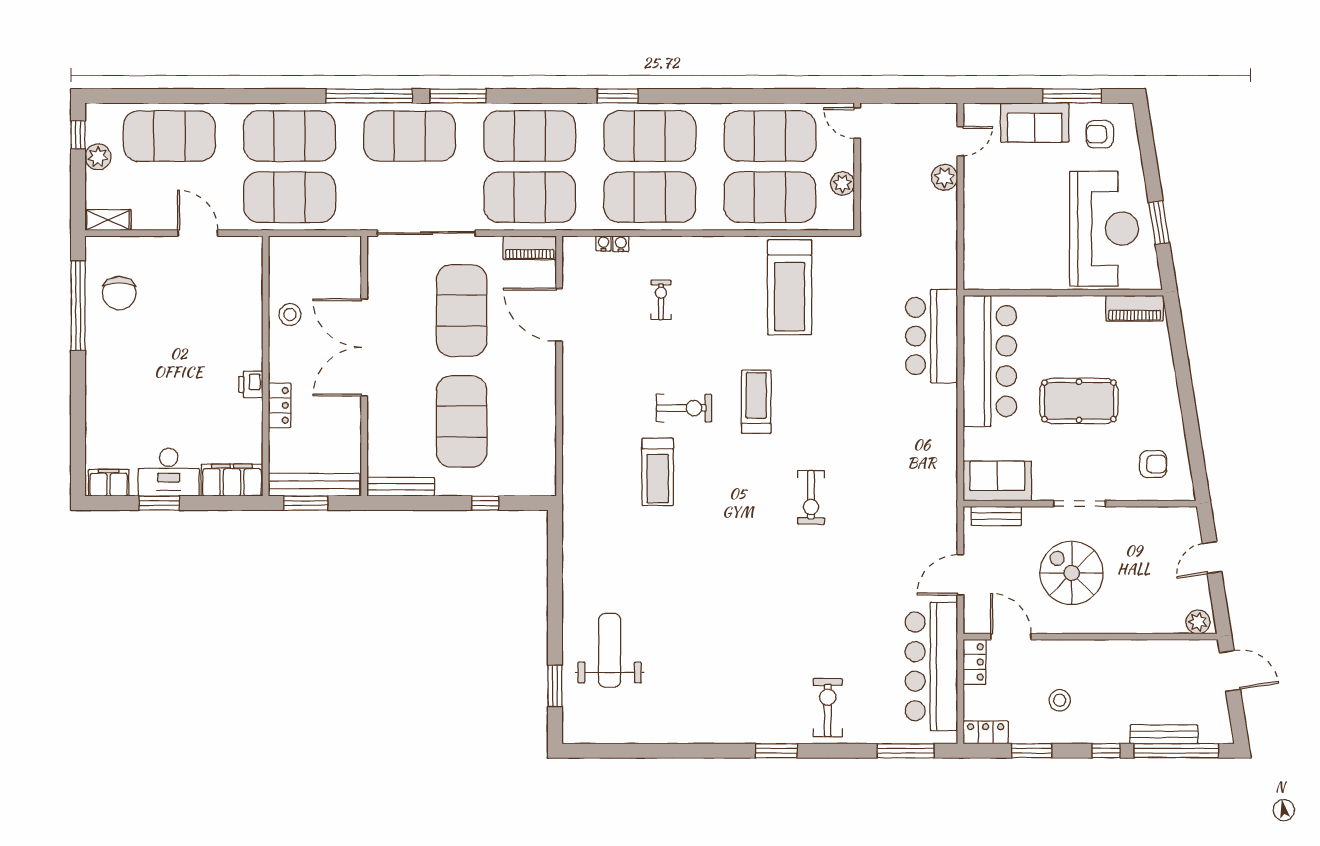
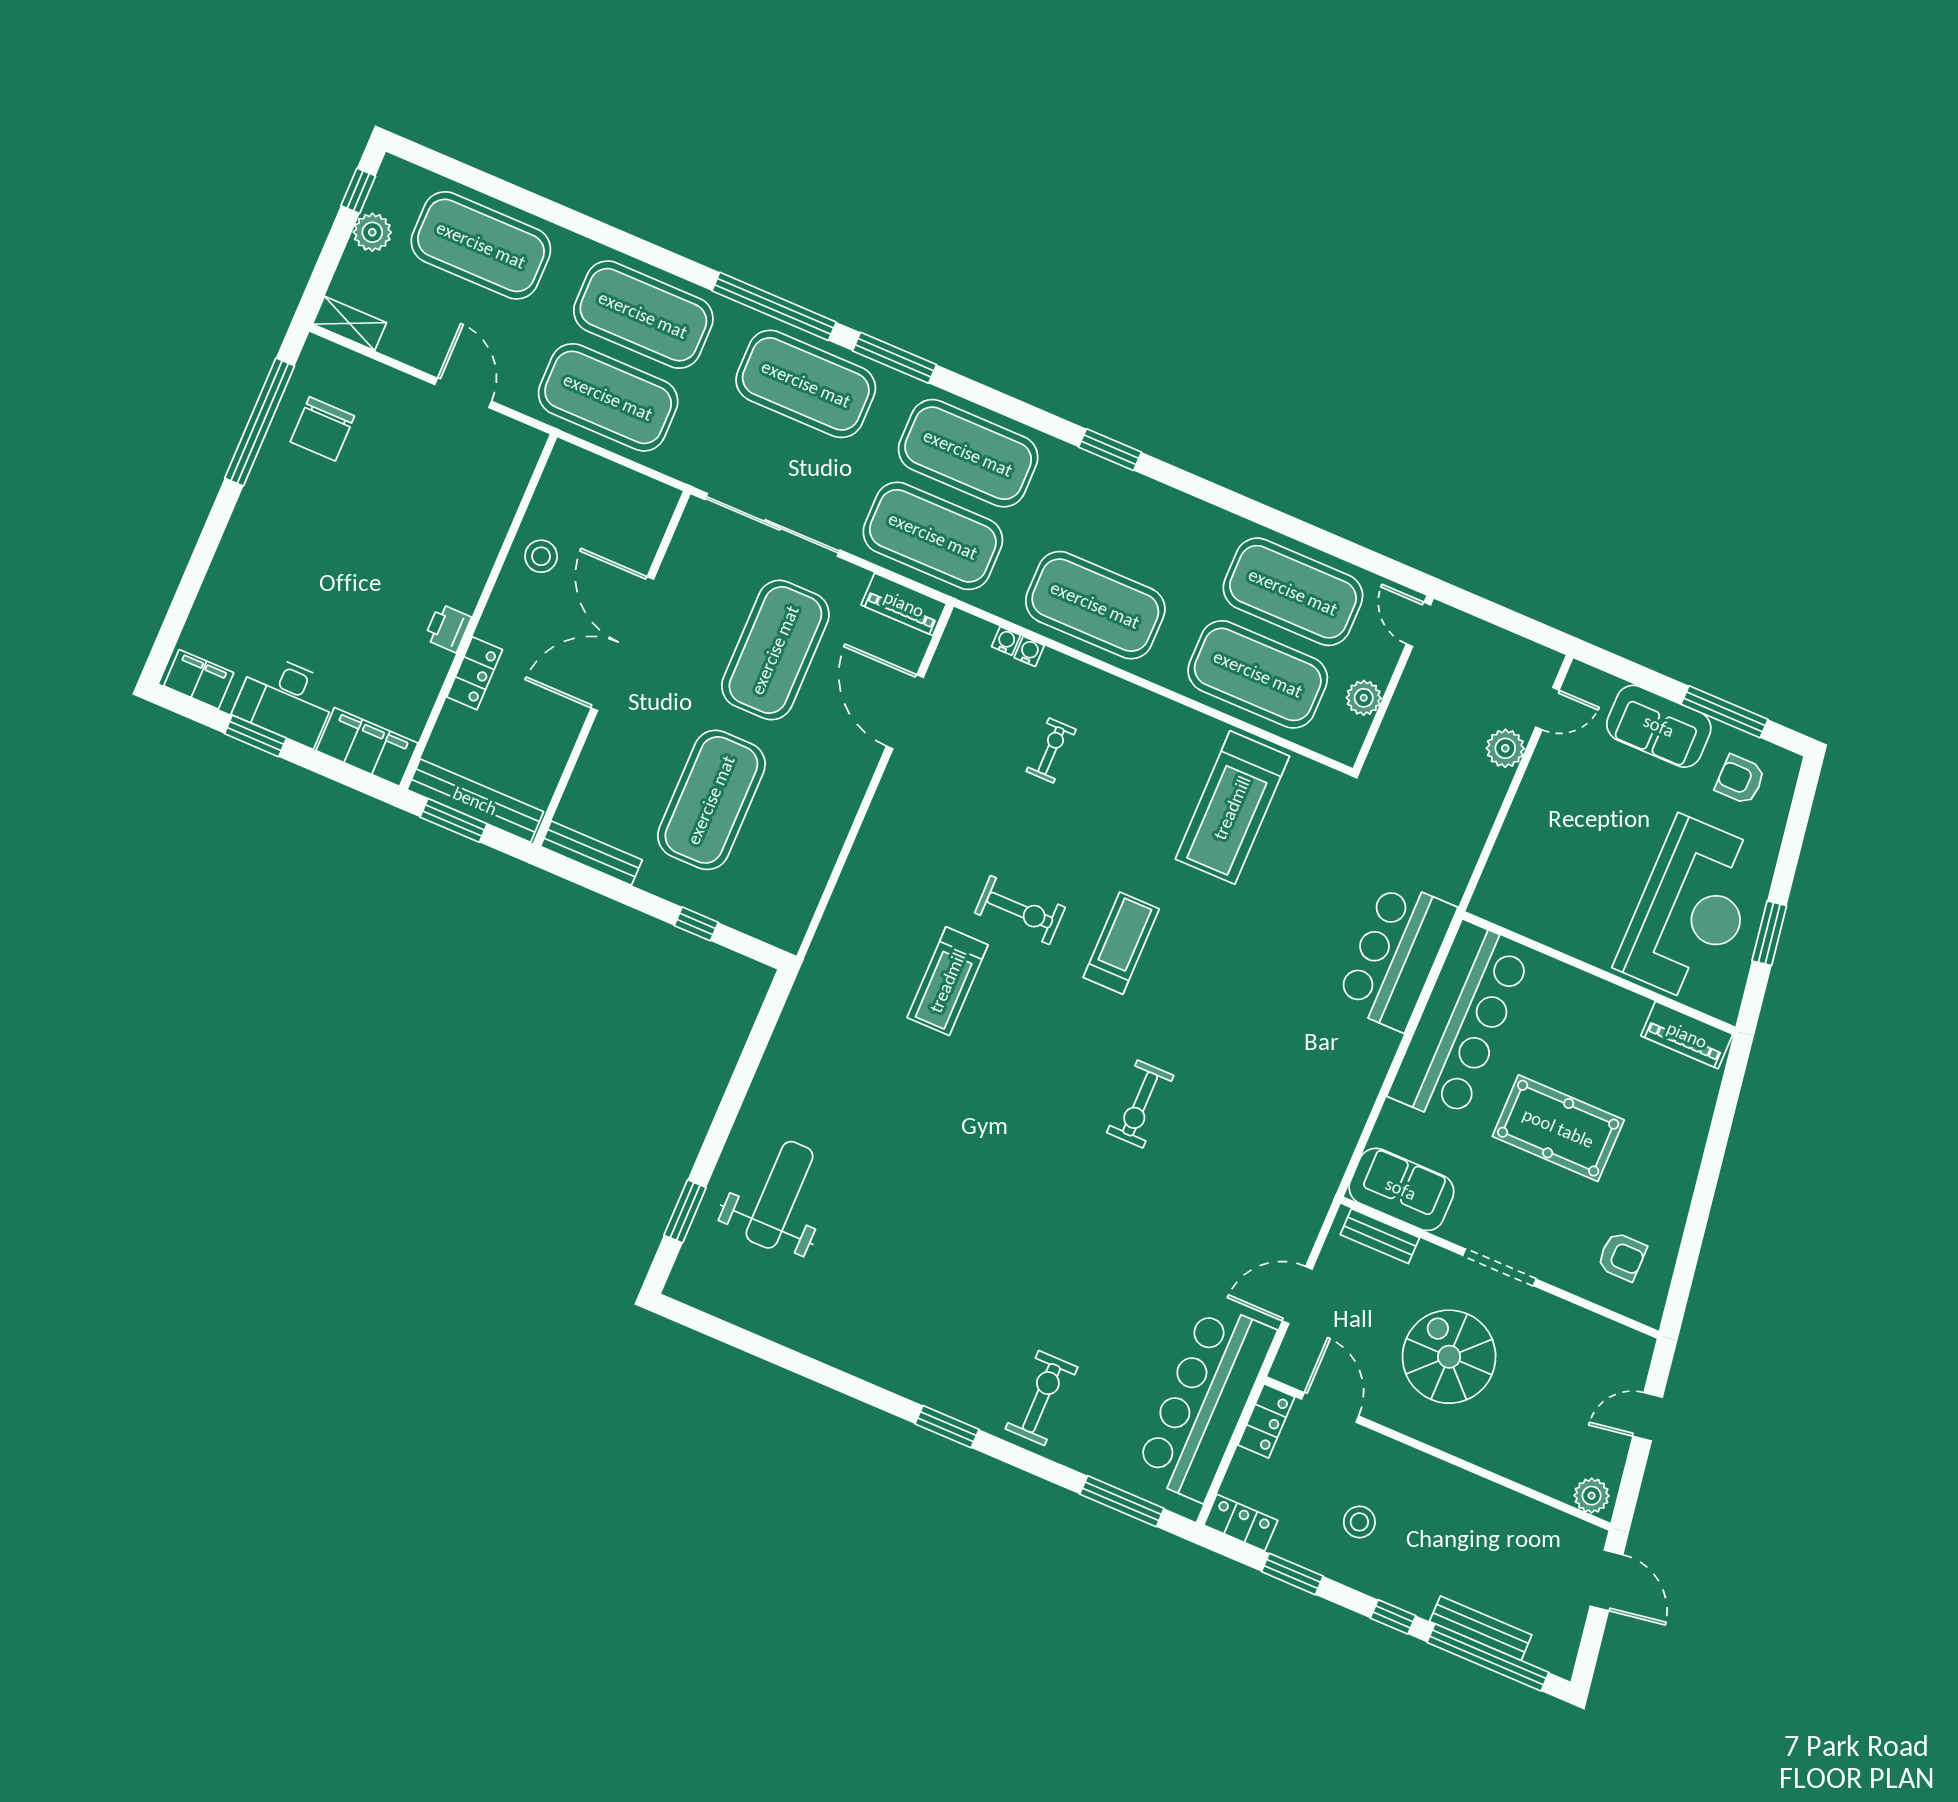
exercise mat: (650, 136) -> (1131, 522), removed

